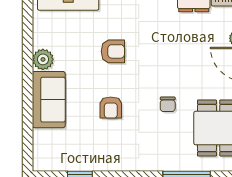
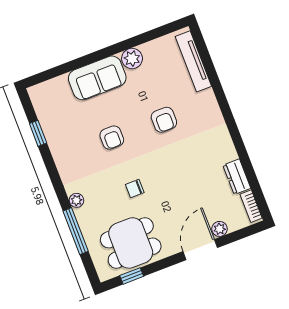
armchair: (111, 108) -> (112, 138), turned -90
plant: (158, 164) -> (77, 200), added

